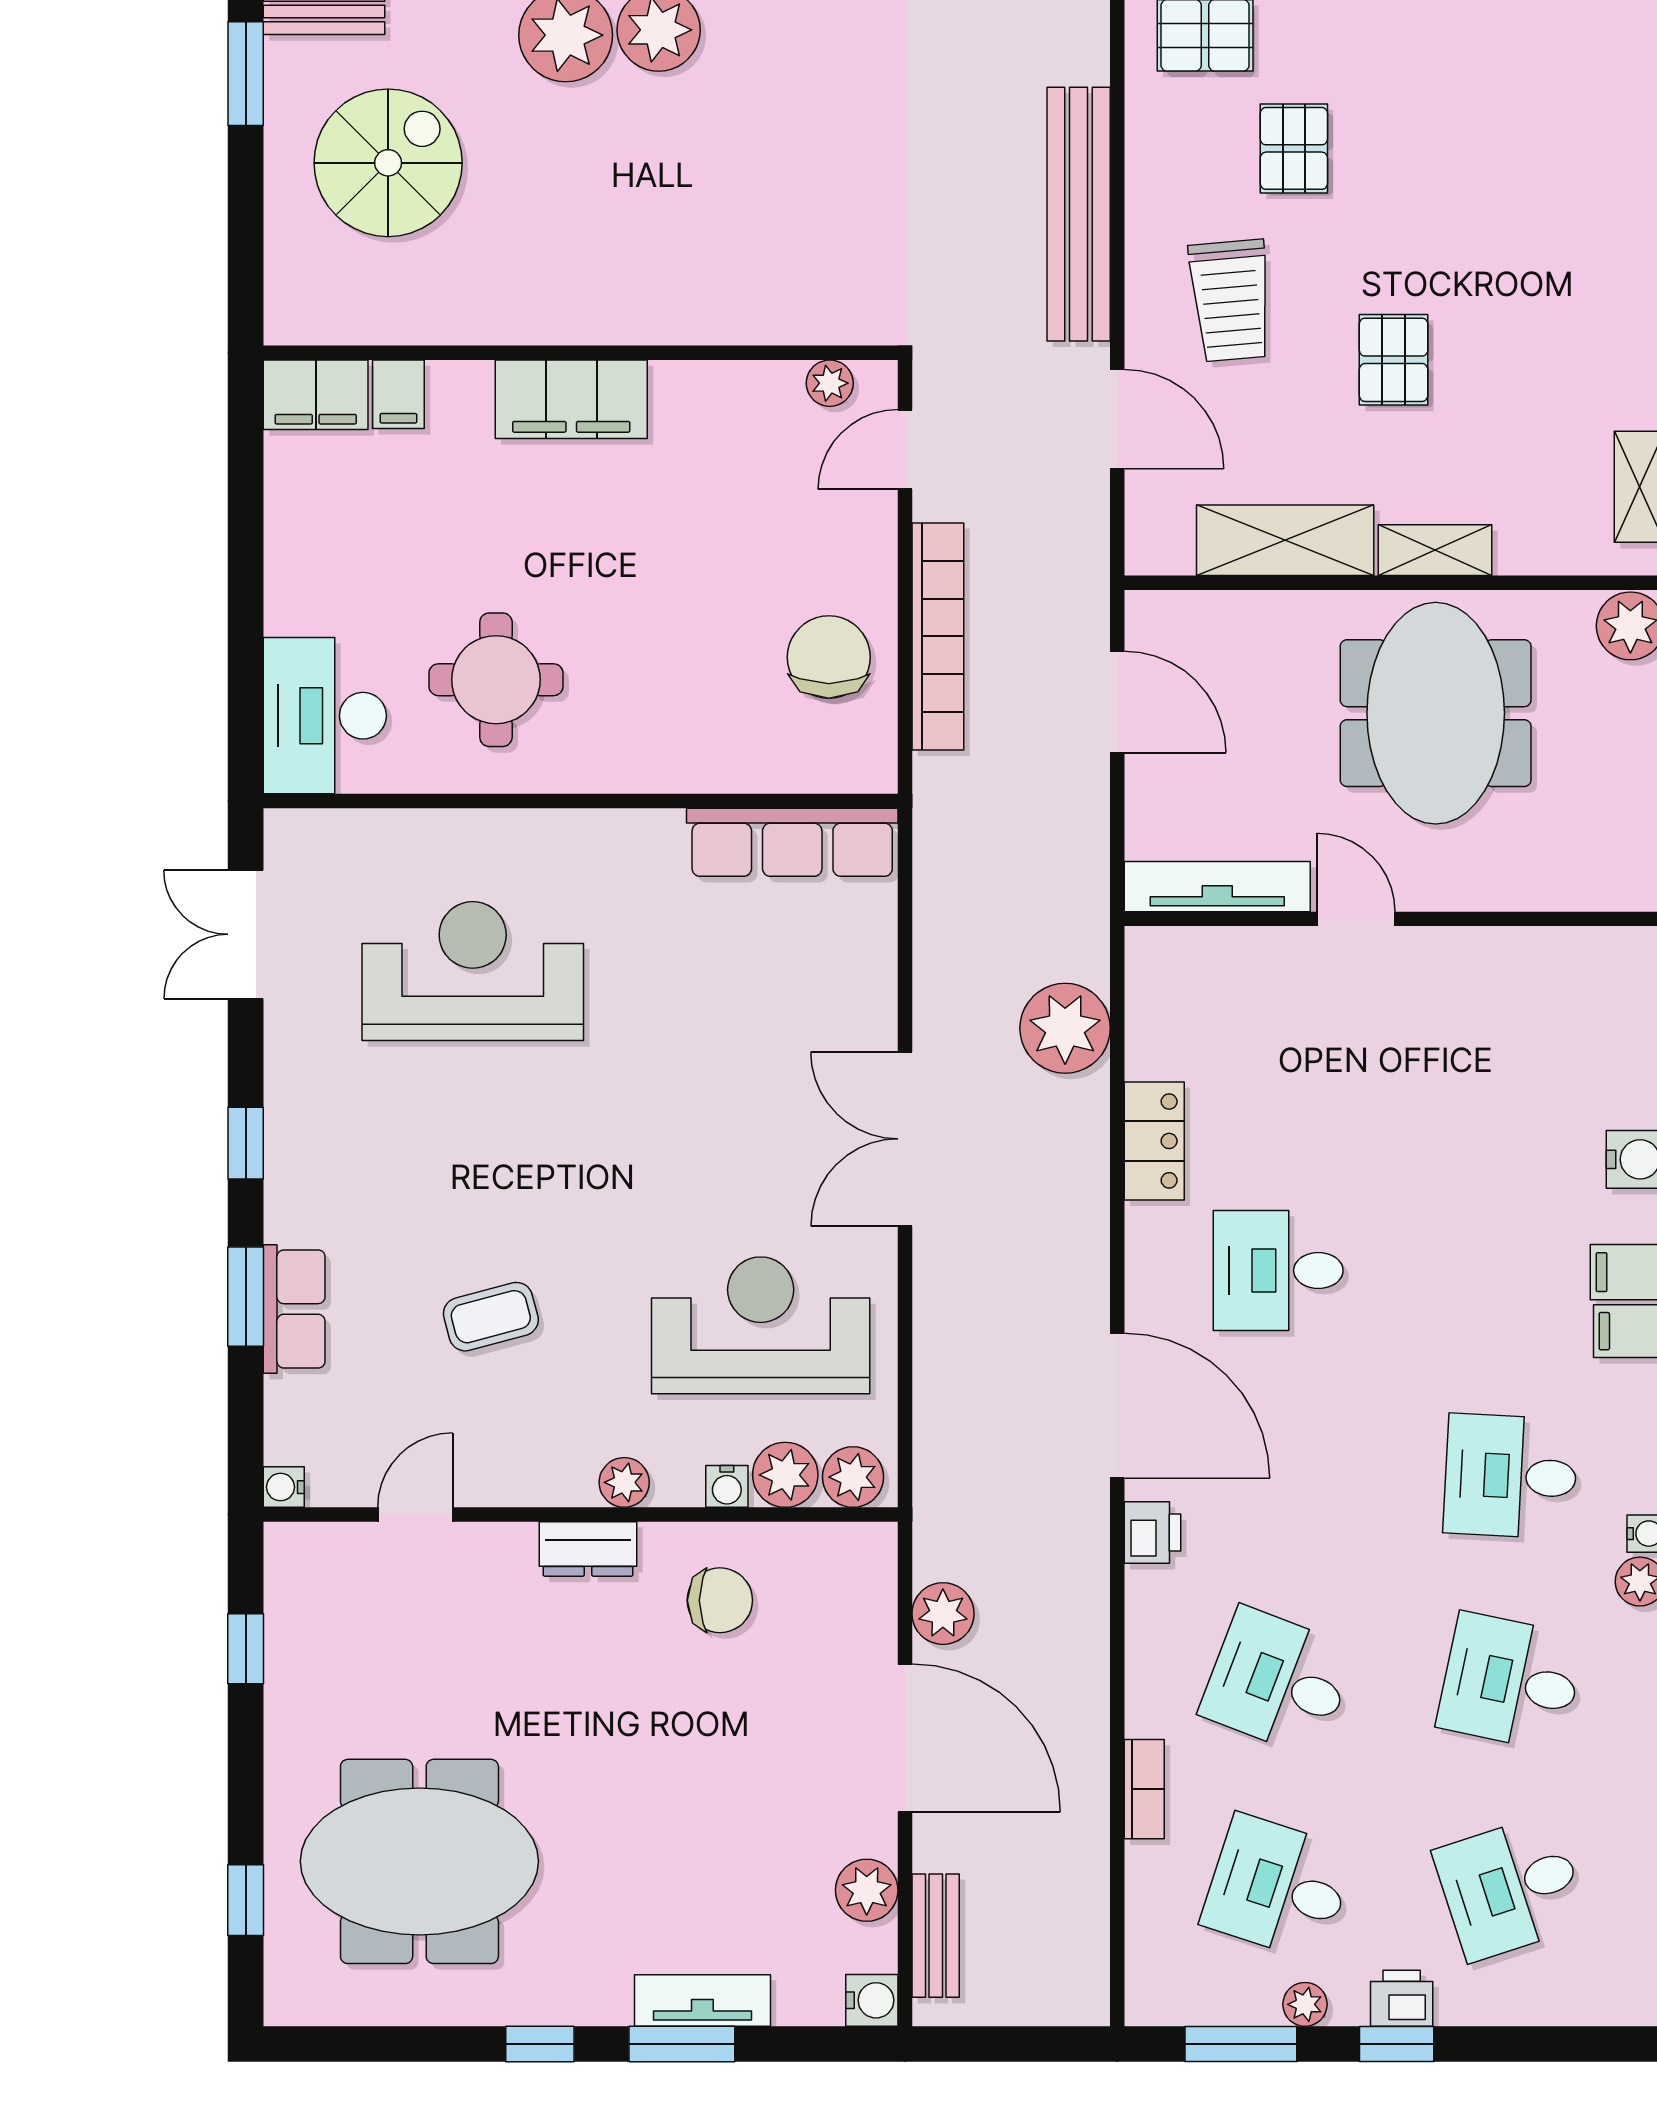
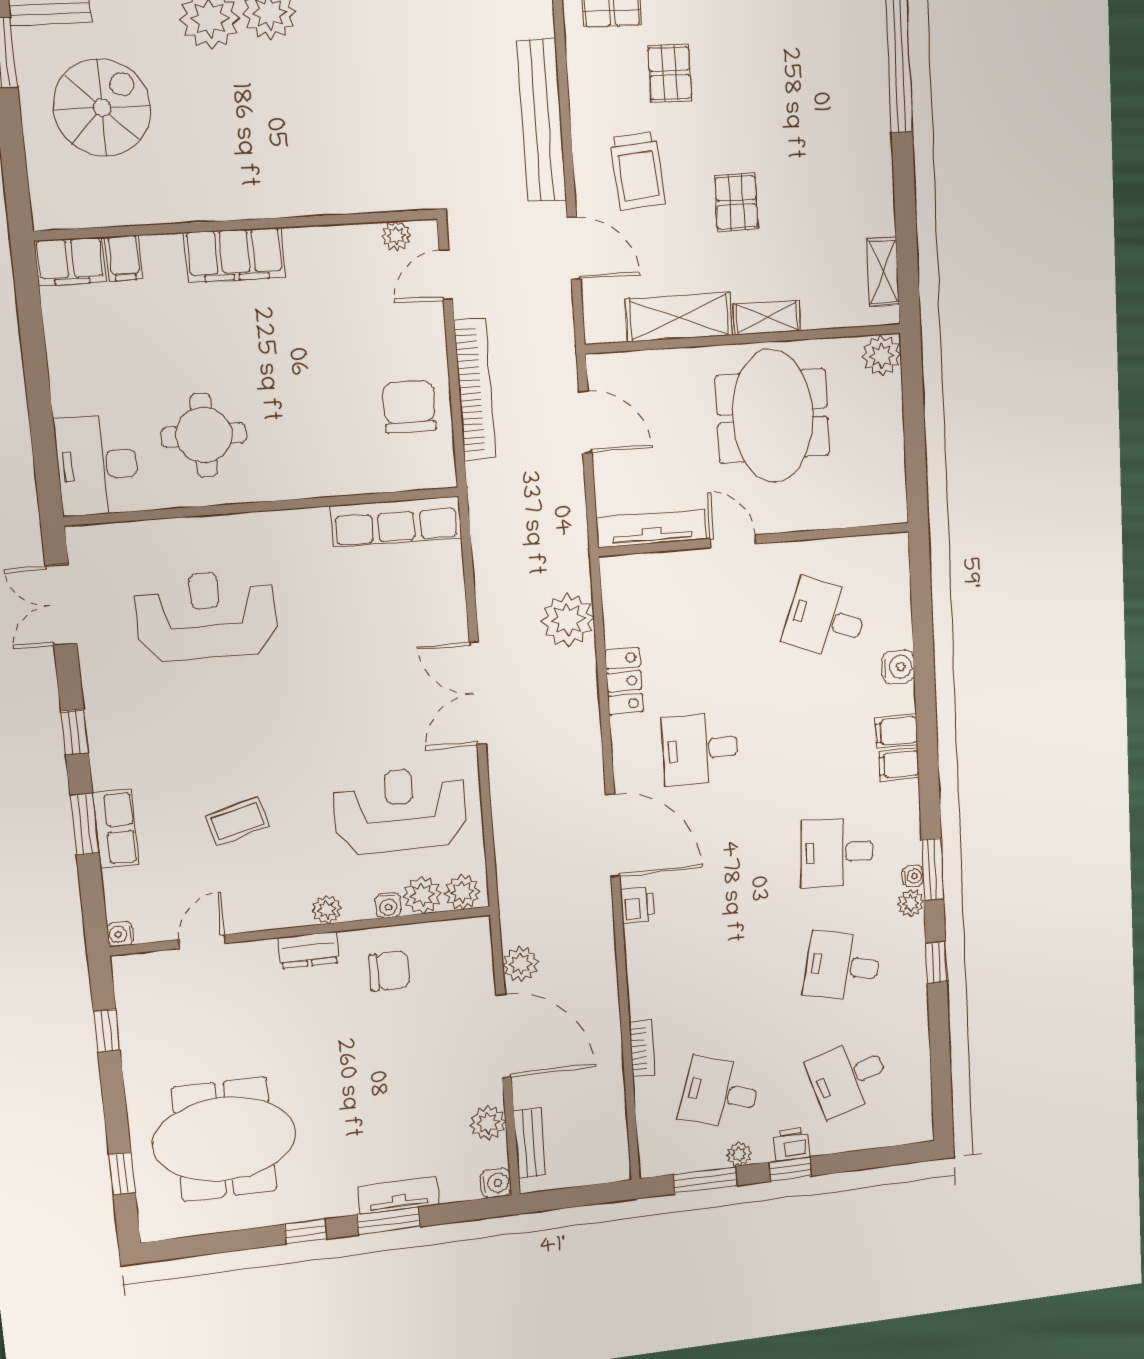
desk: (1278, 1682) -> (826, 619), moved

